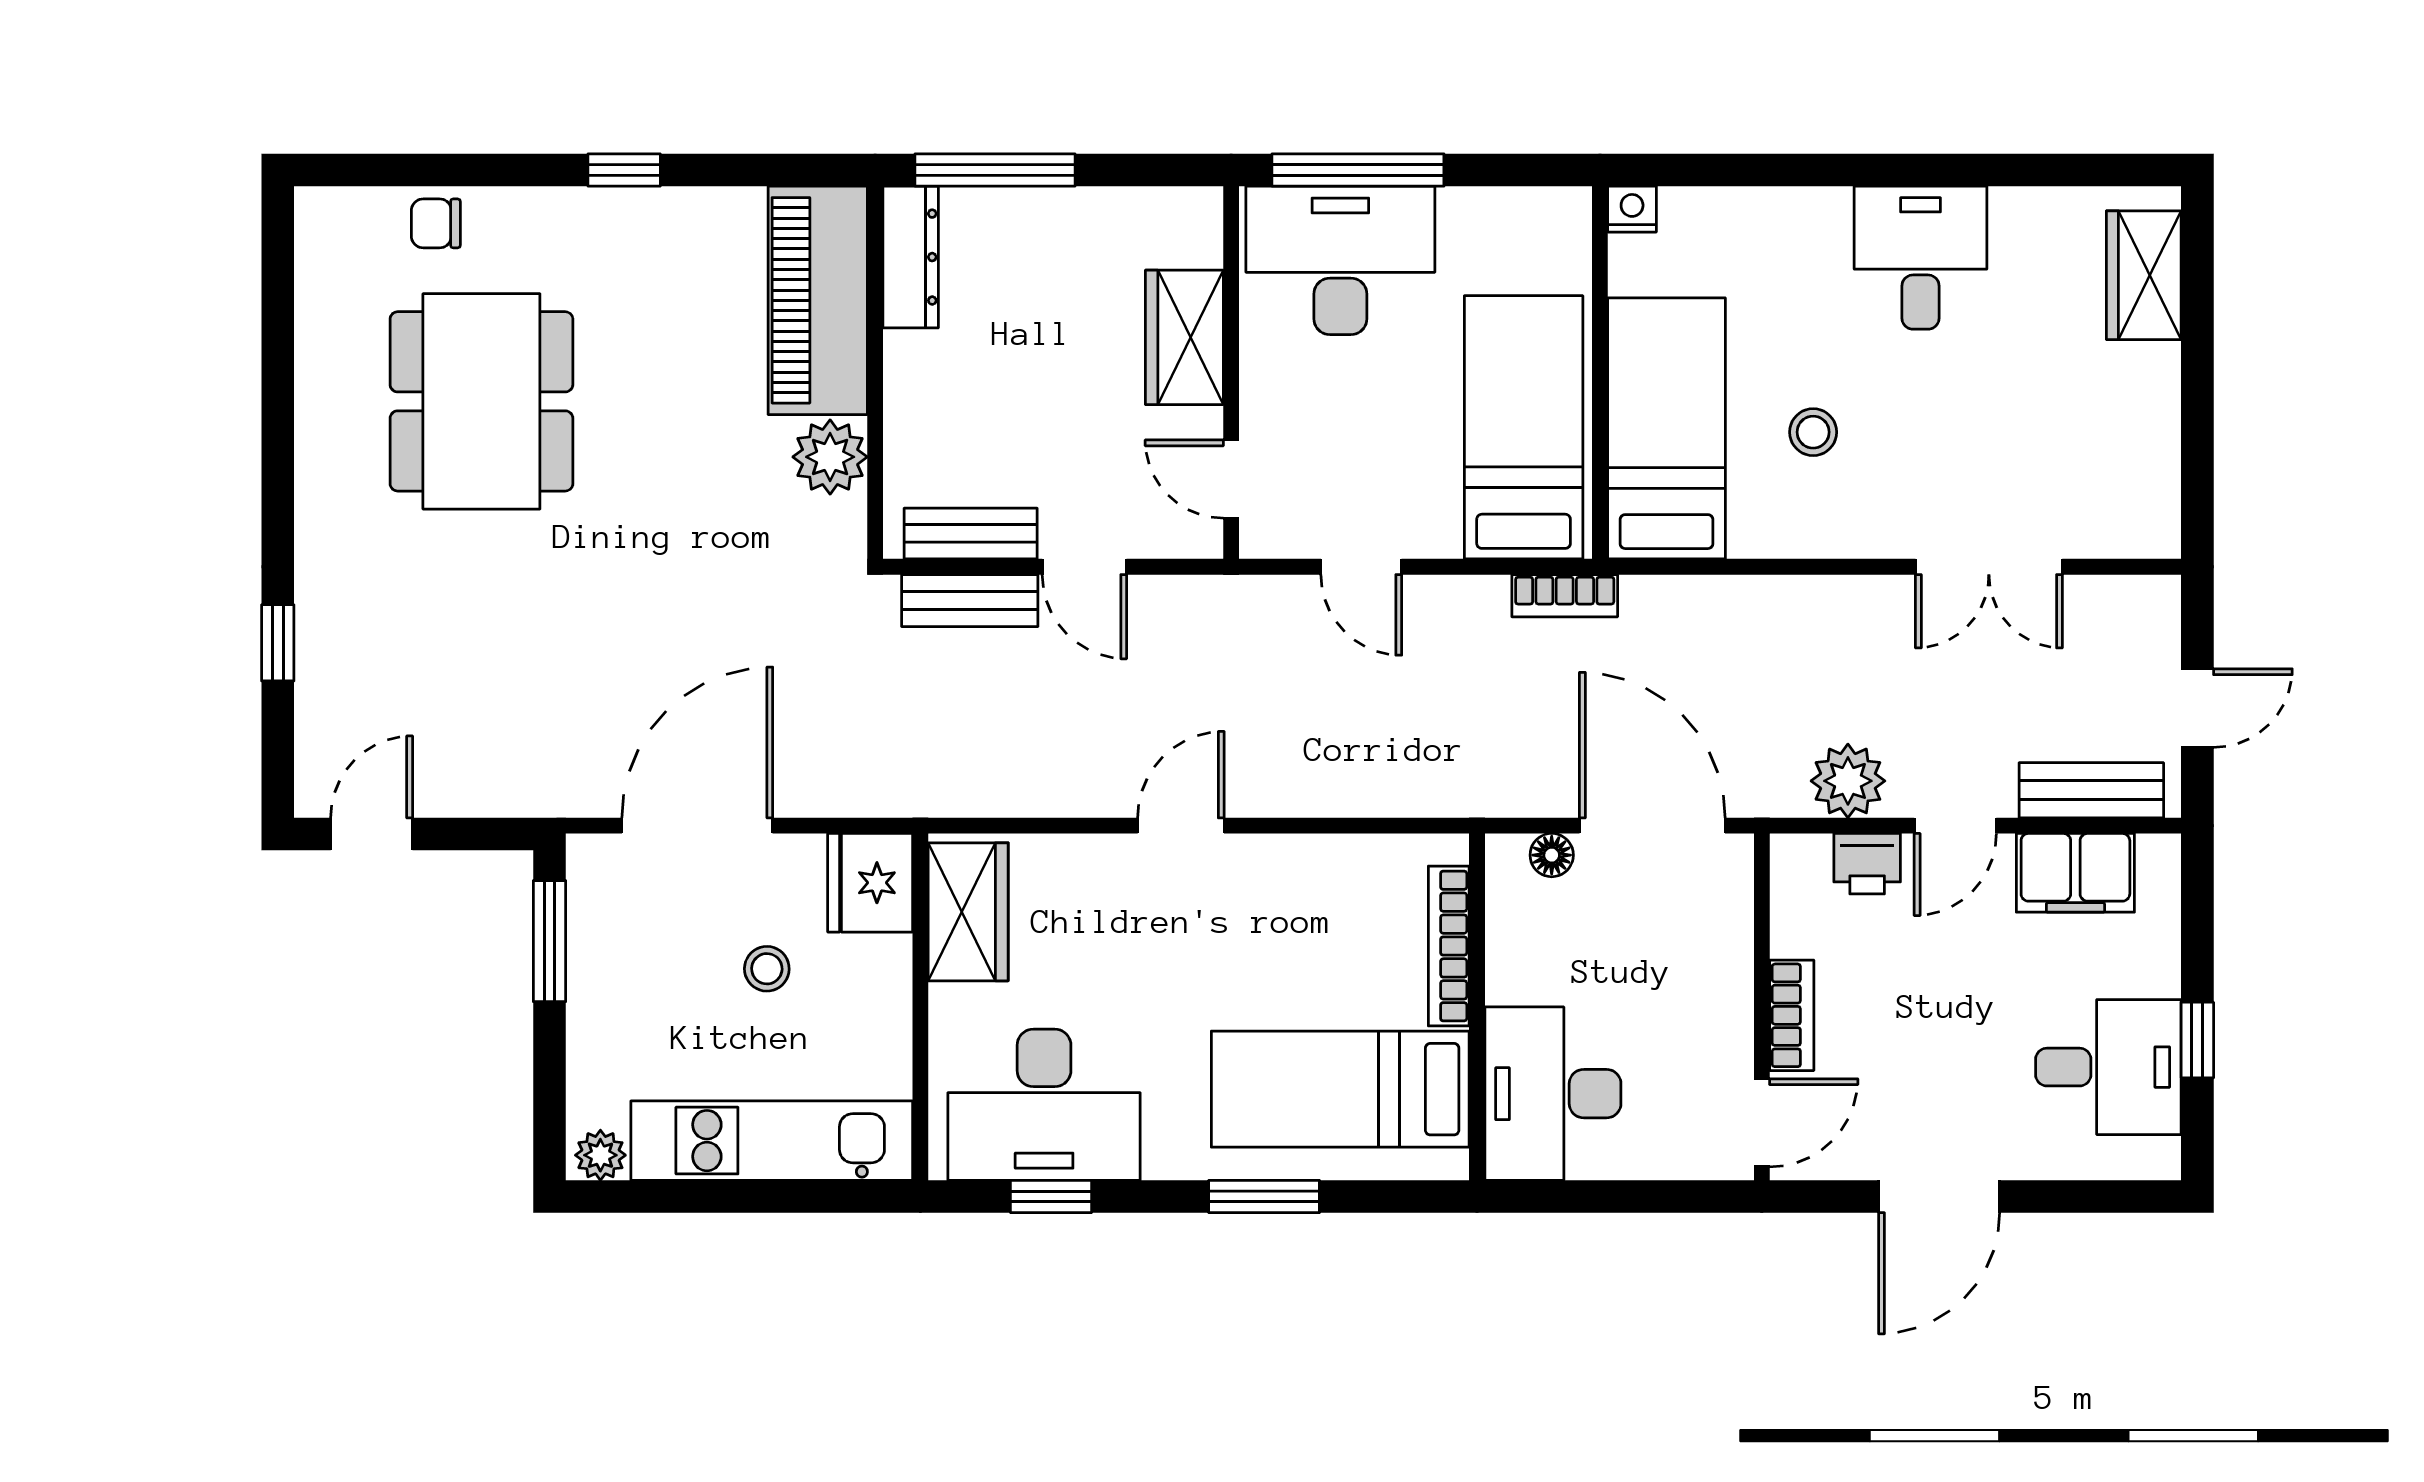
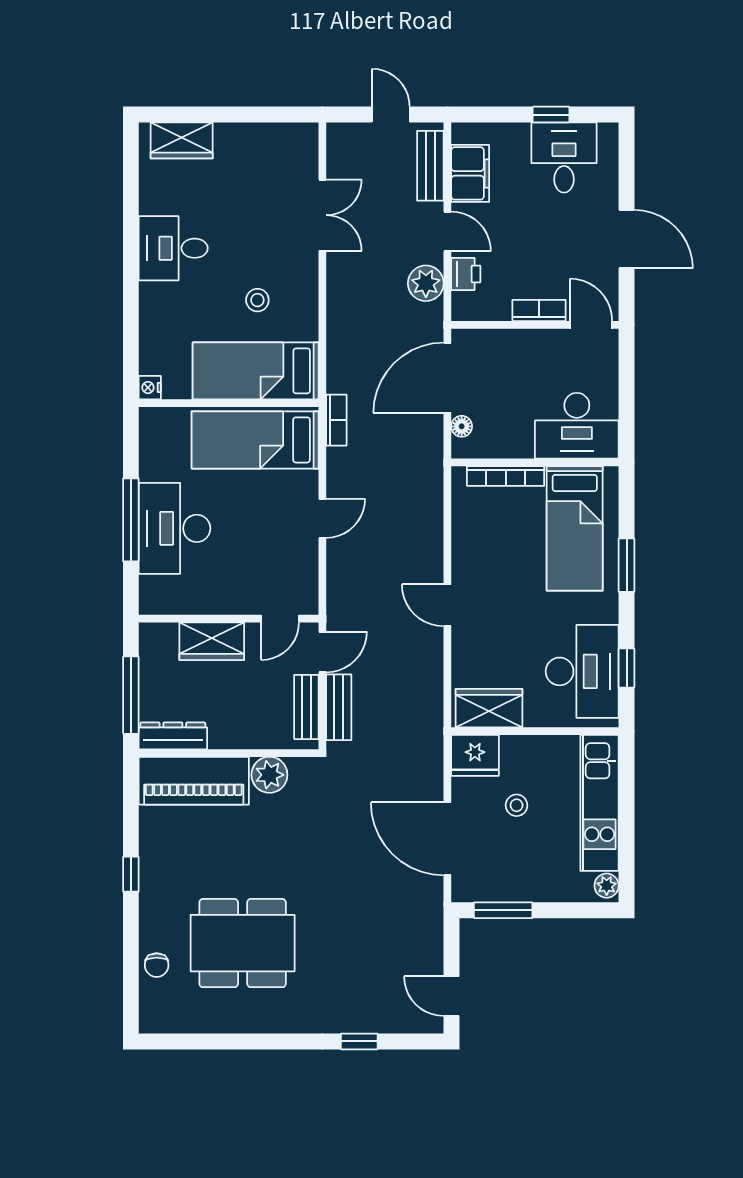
wardrobe: (1184, 337) -> (212, 641), moved
wall: (1231, 373) -> (229, 619), moved
door: (1231, 479) -> (280, 619), moved

